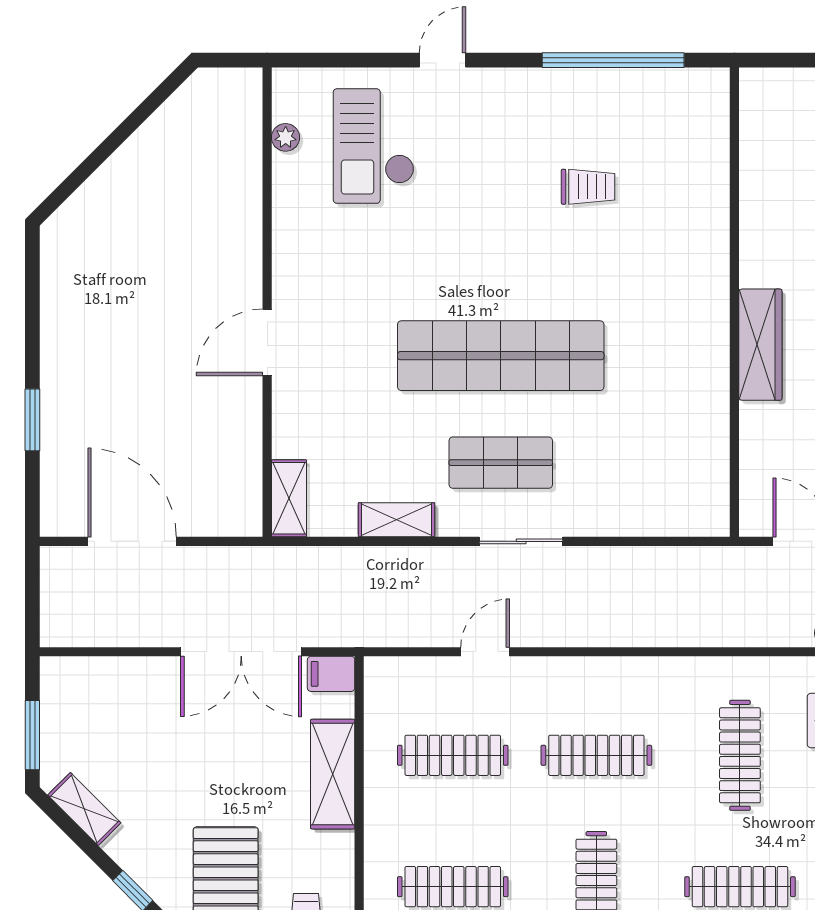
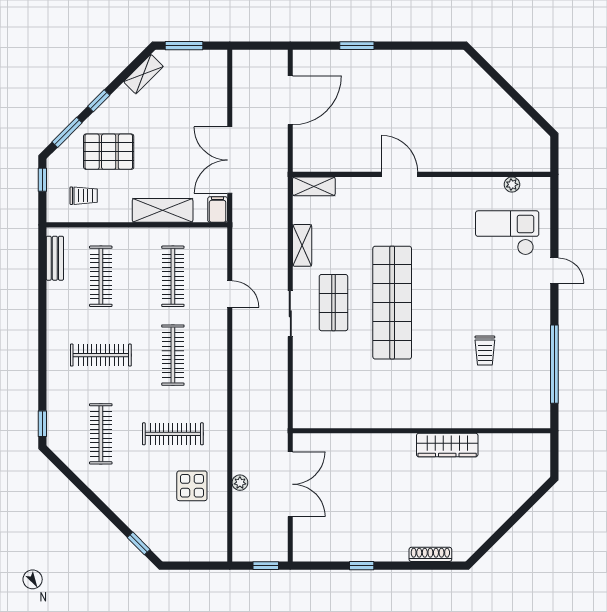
wardrobe: (760, 345) -> (447, 445), moved

